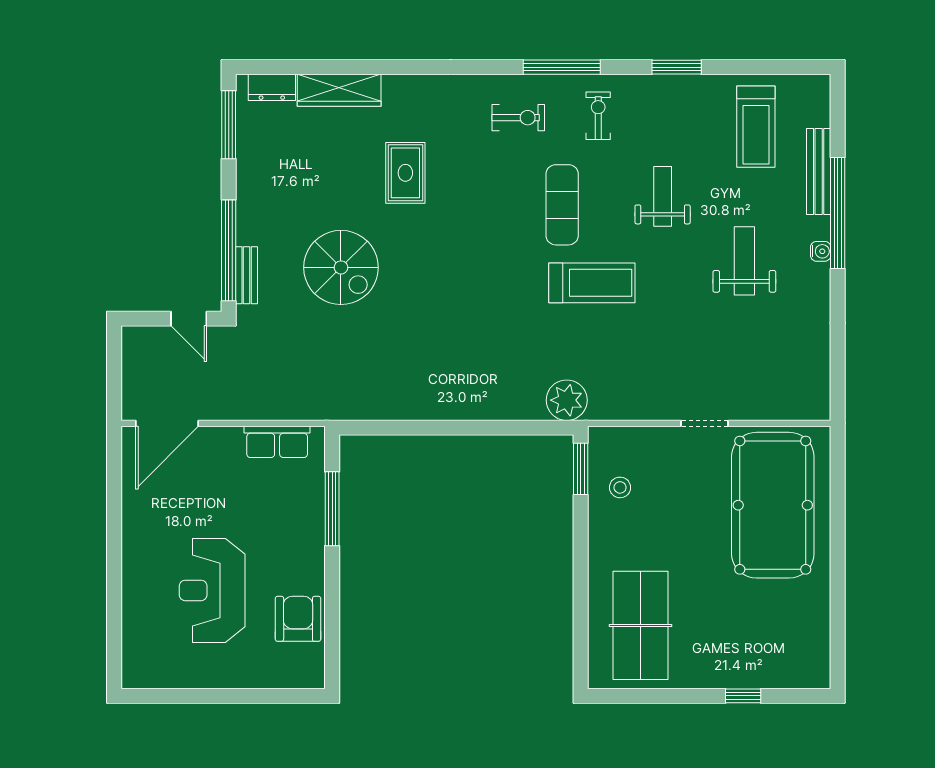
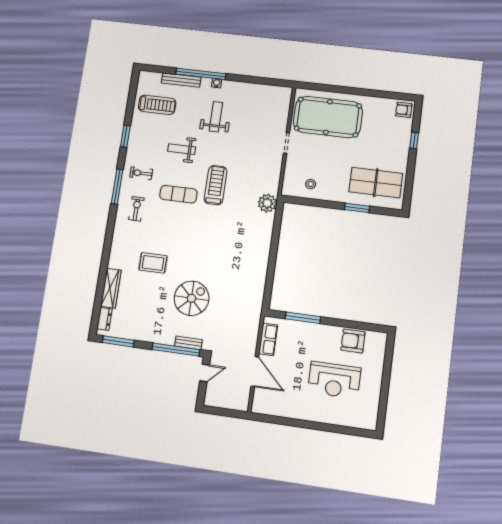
weight bench: (744, 261) -> (216, 117), turned 90
door: (167, 423) -> (255, 372), moved
window: (581, 469) -> (357, 208), moved
armchair: (808, 666) -> (404, 110), added

